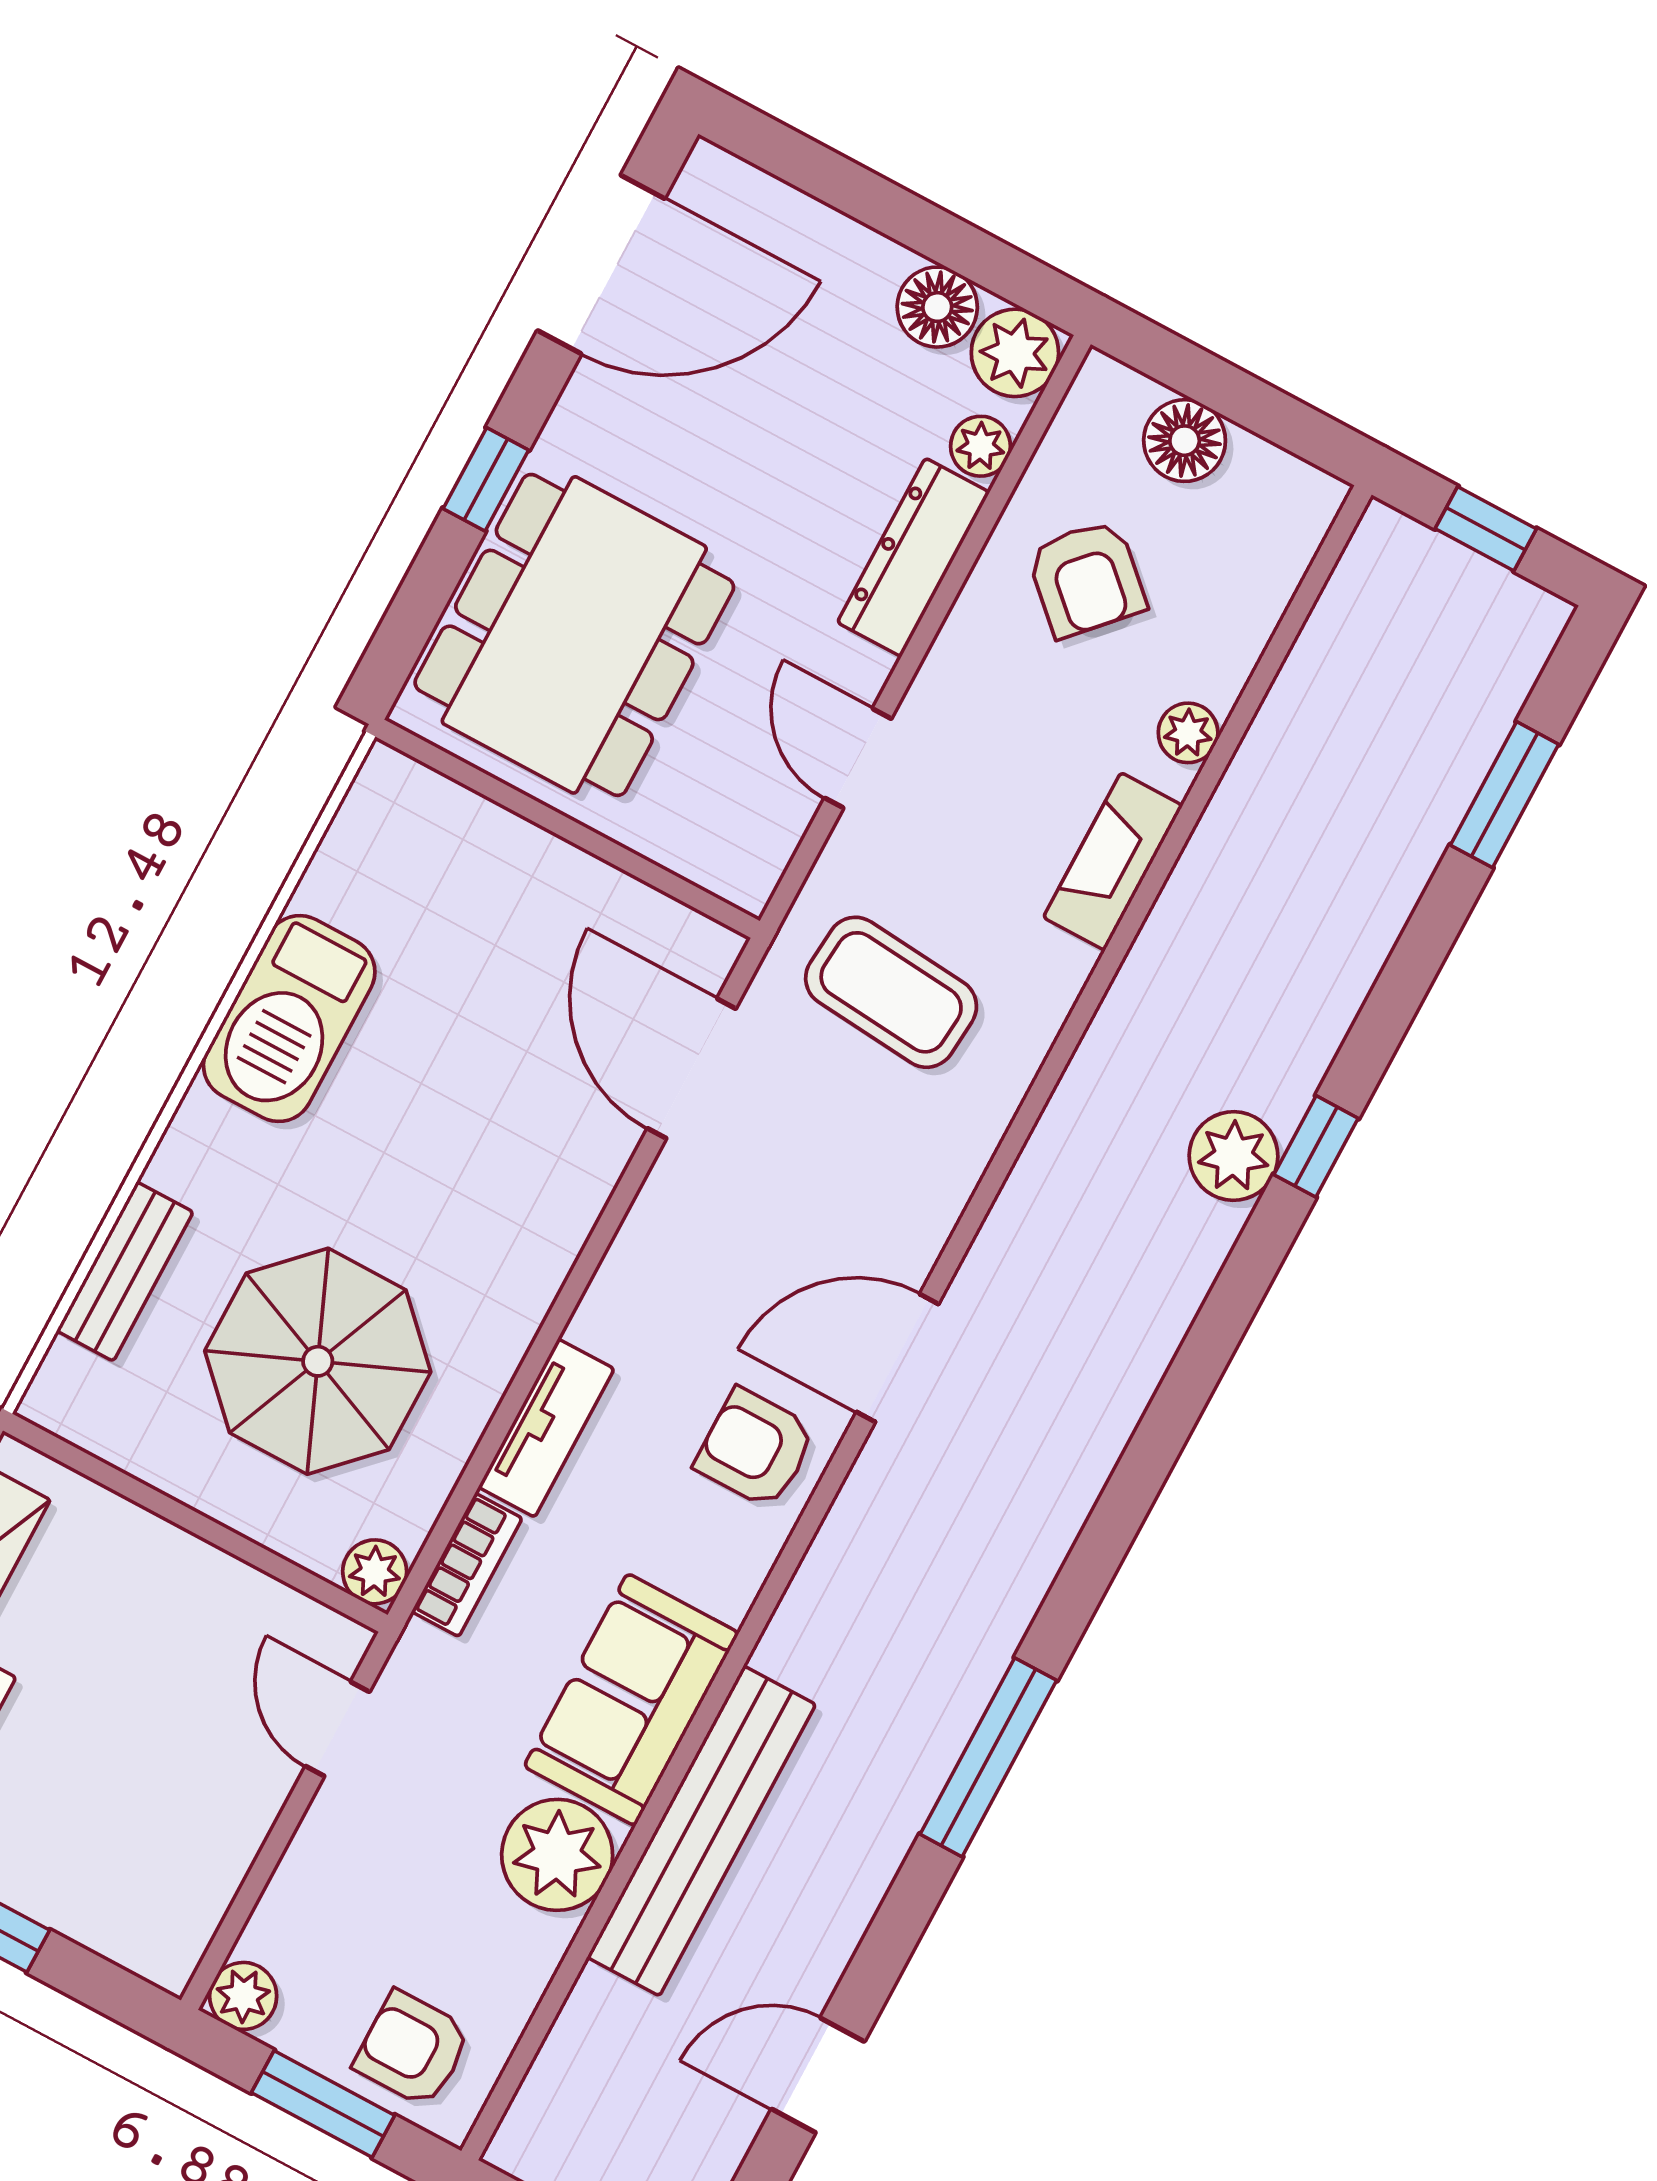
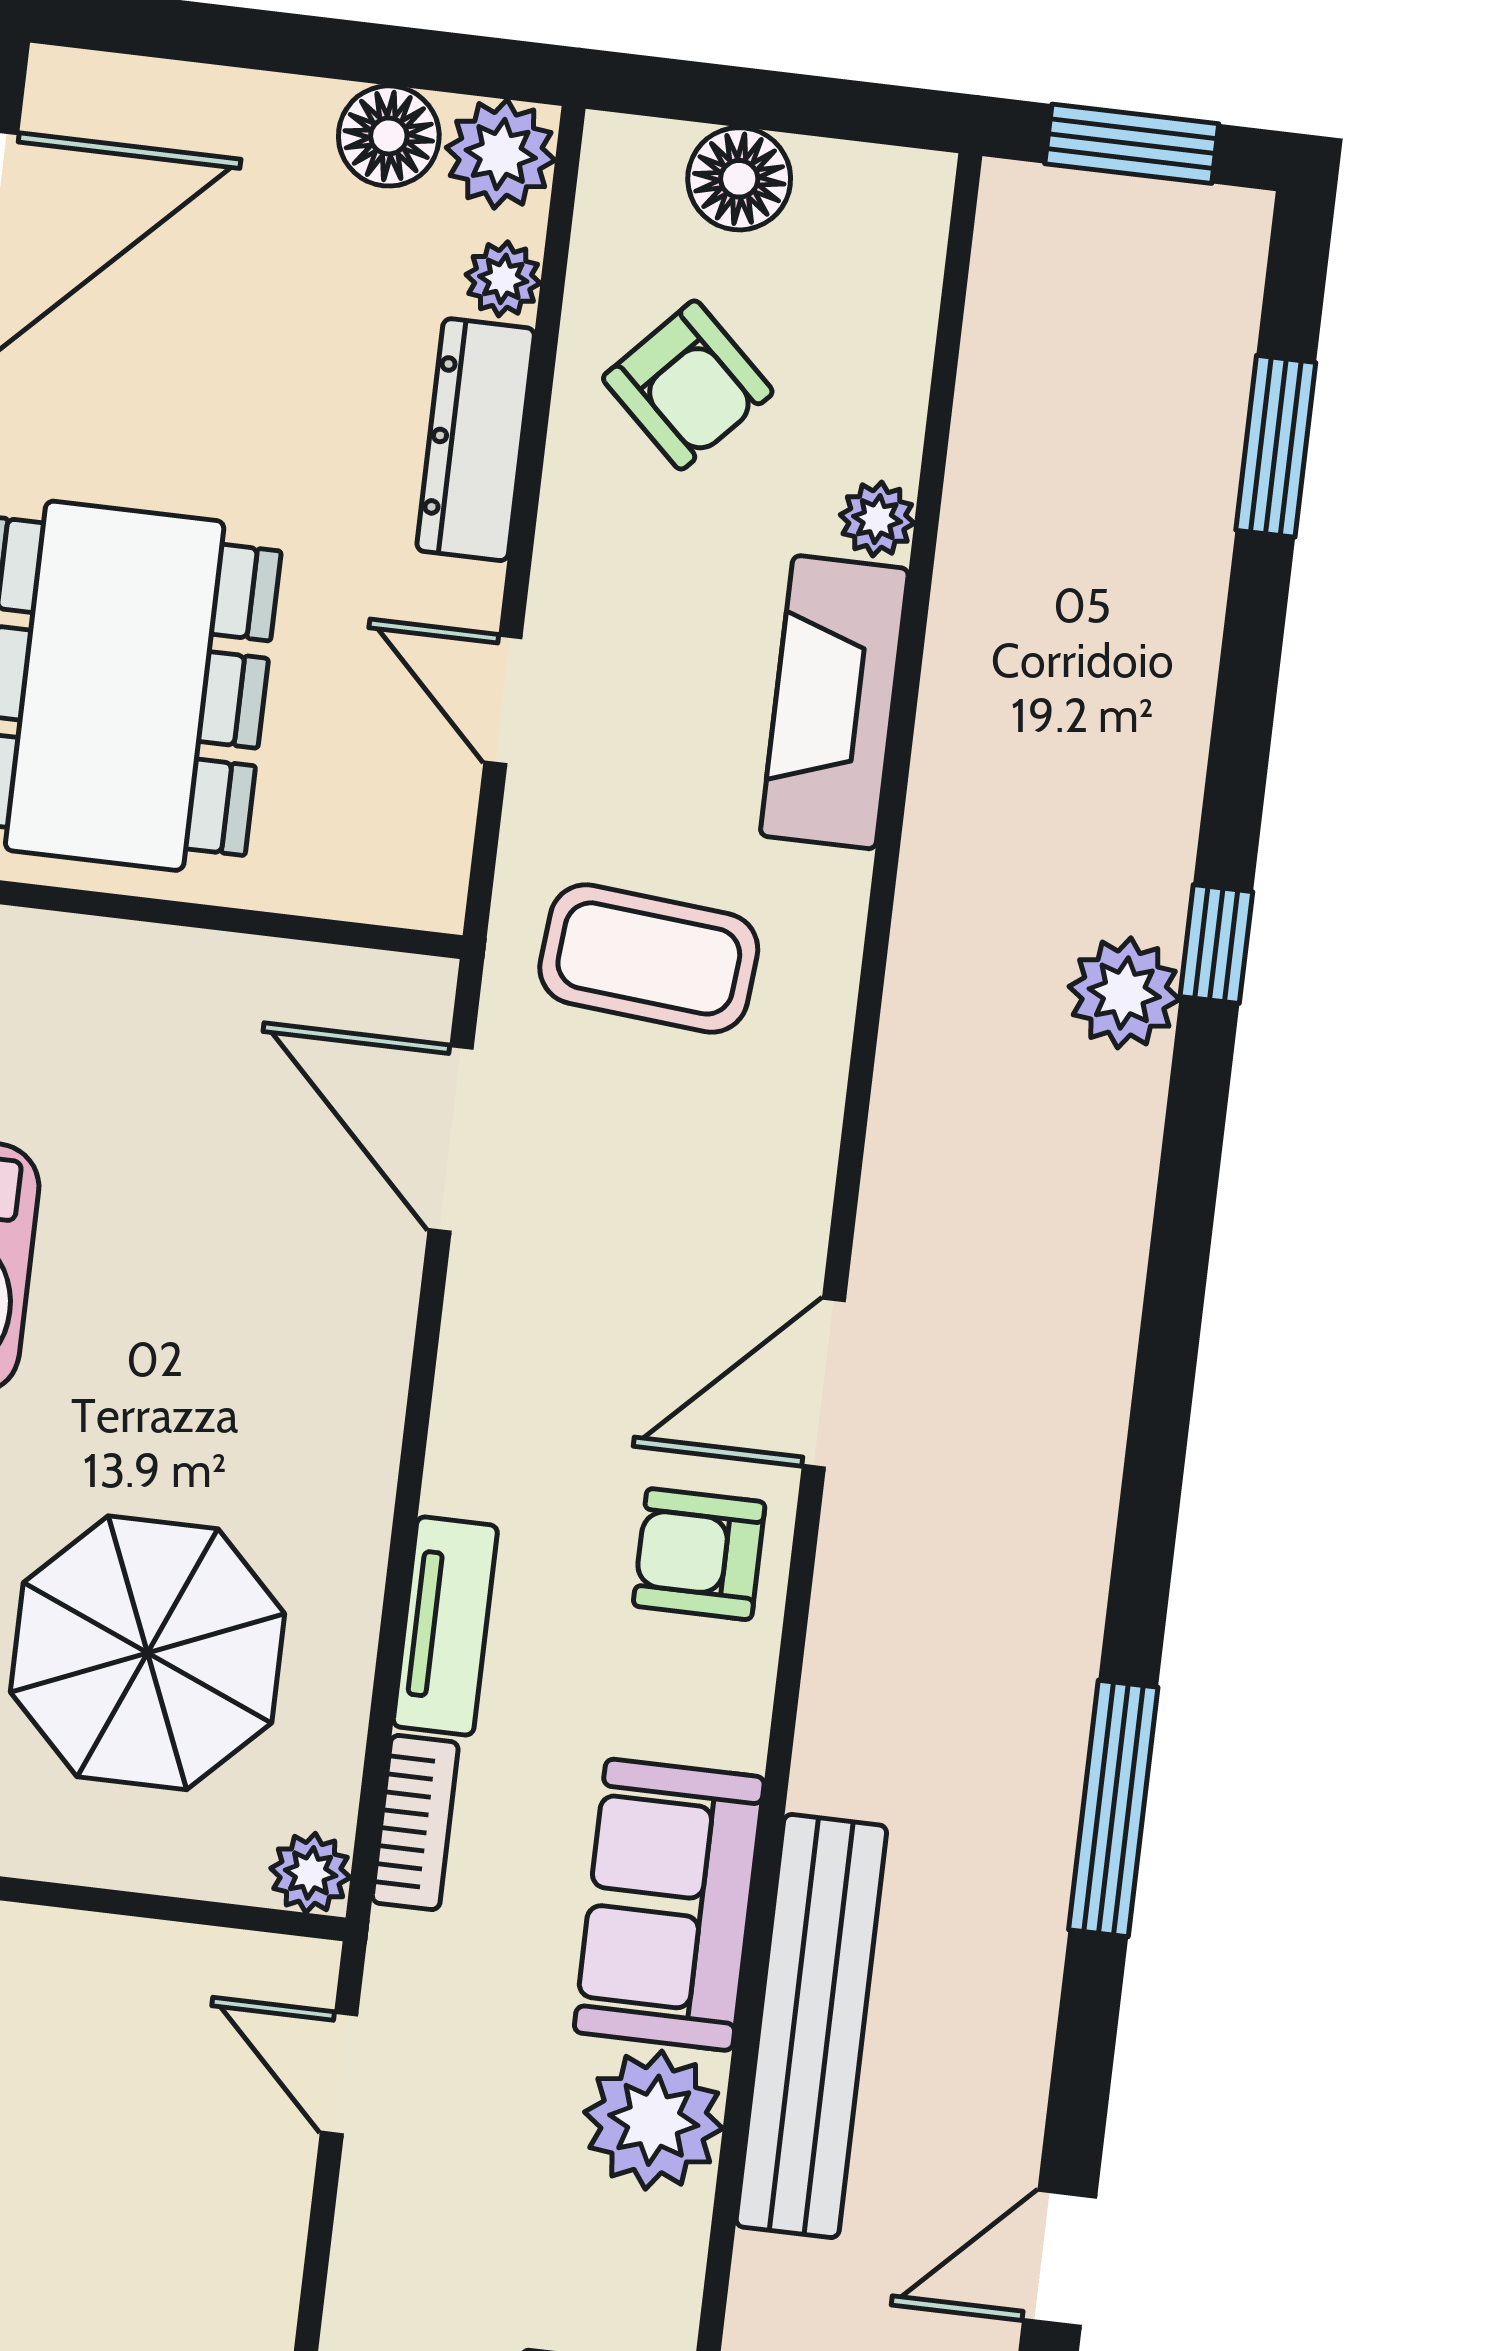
window: (1486, 529) -> (1132, 144), width x1.50
fireplace: (1113, 862) -> (834, 702), width x1.37, depth x1.32

